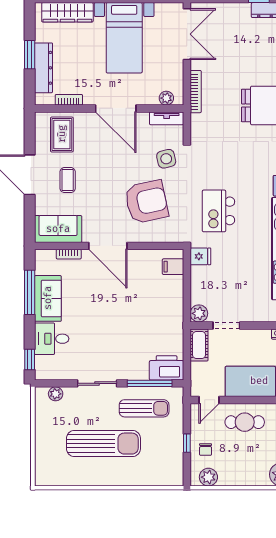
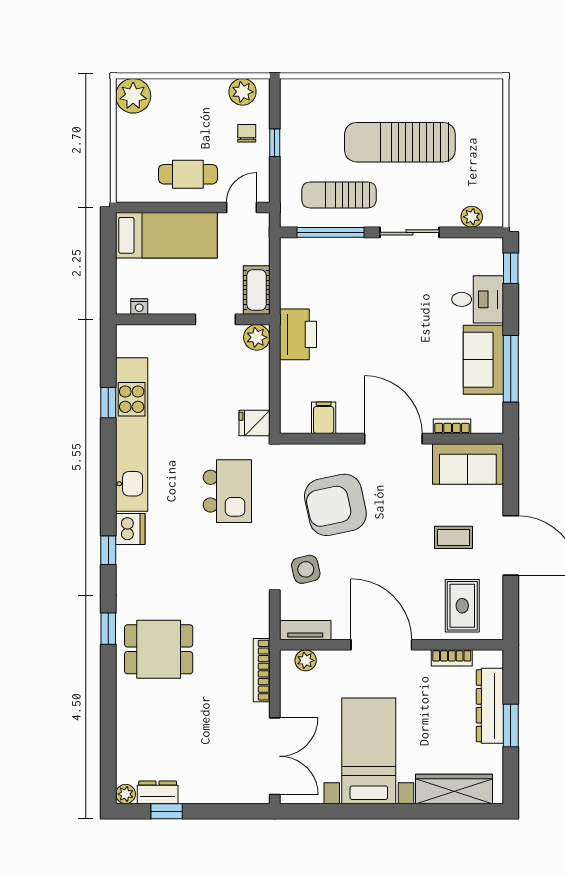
double door: (187, 34) -> (275, 756), swing flipped
coffee table: (68, 180) -> (454, 537), turned 90
filing cabinet: (173, 267) -> (324, 418), moved, turned -90
printer: (167, 368) -> (298, 334), moved, turned -90

